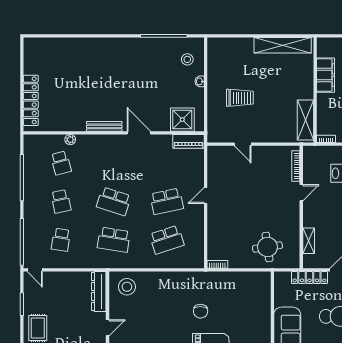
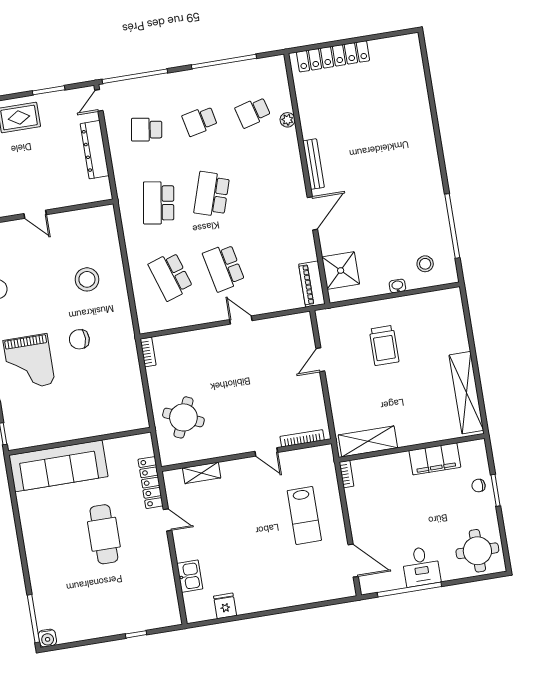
round table: (267, 247) -> (183, 417), turned 32
stool: (127, 287) -> (87, 279), moved
dresser: (99, 291) -> (95, 150), moved, turned -90

